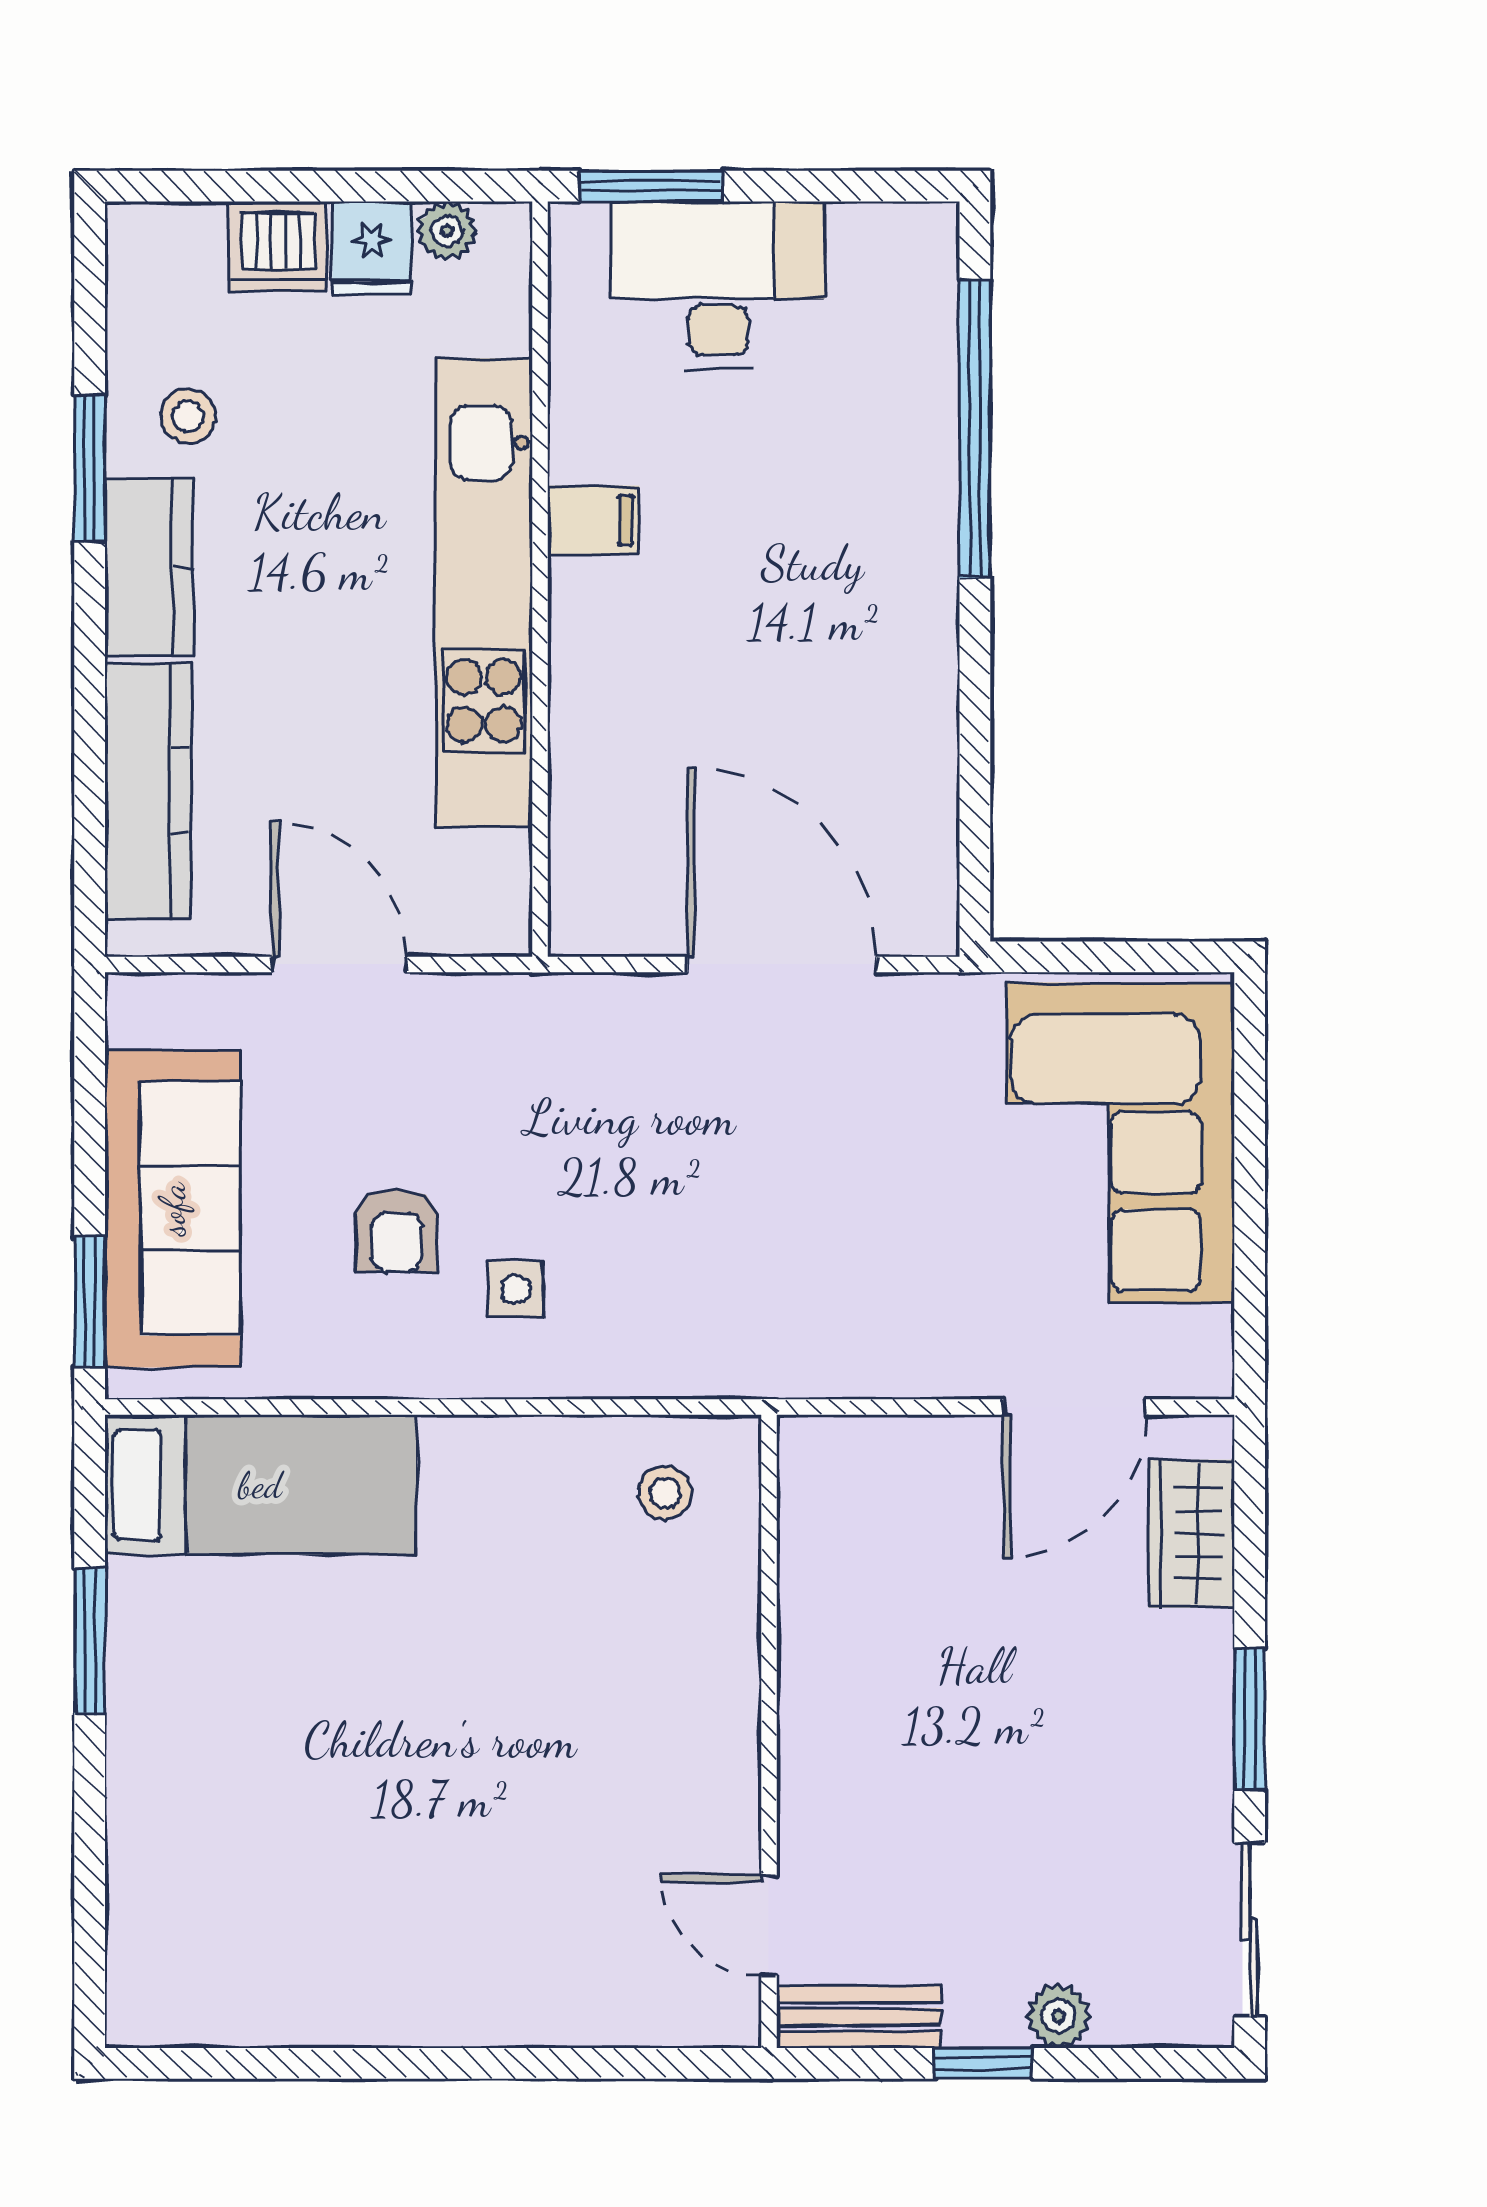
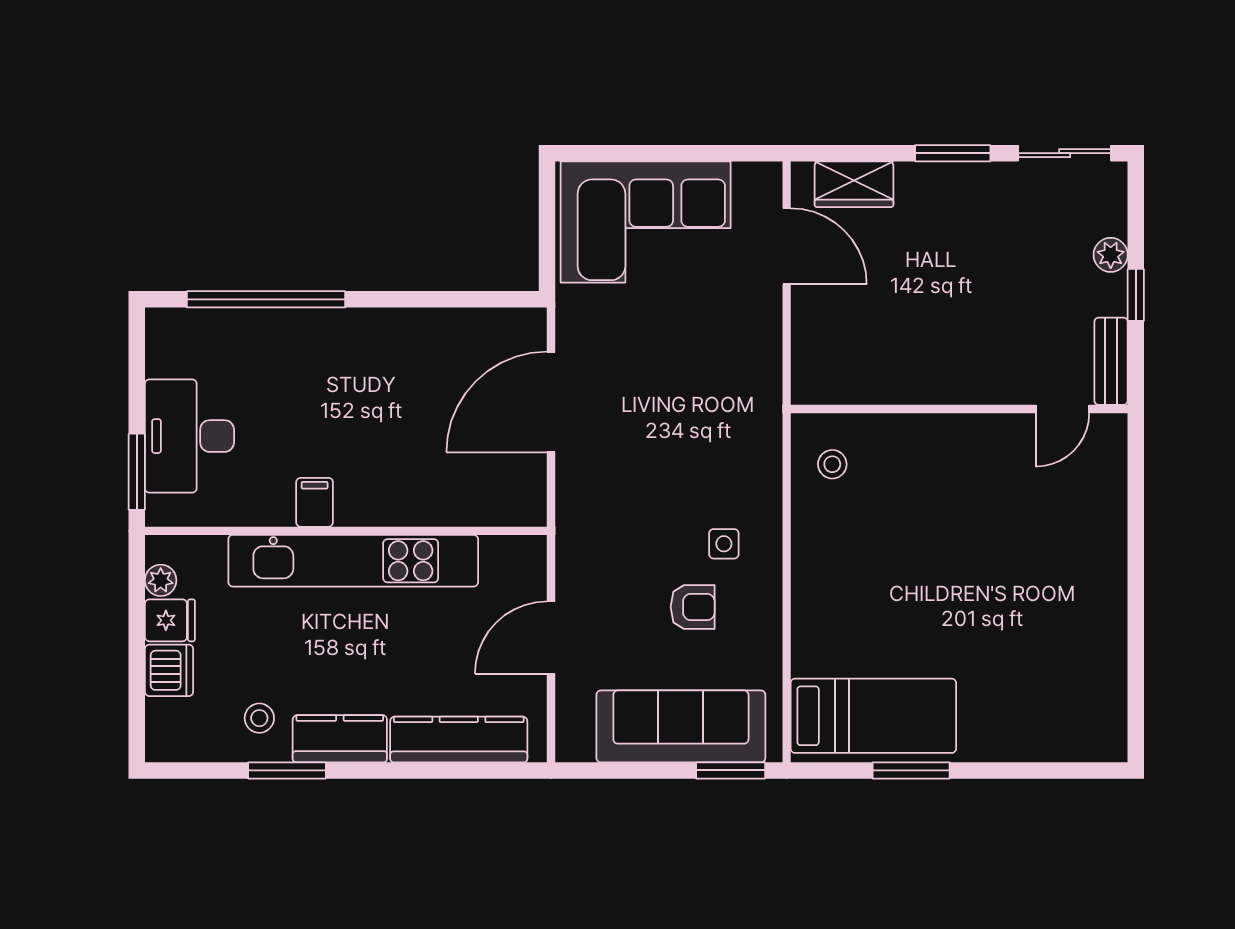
bed: (260, 1485) -> (873, 716), moved, turned 90

